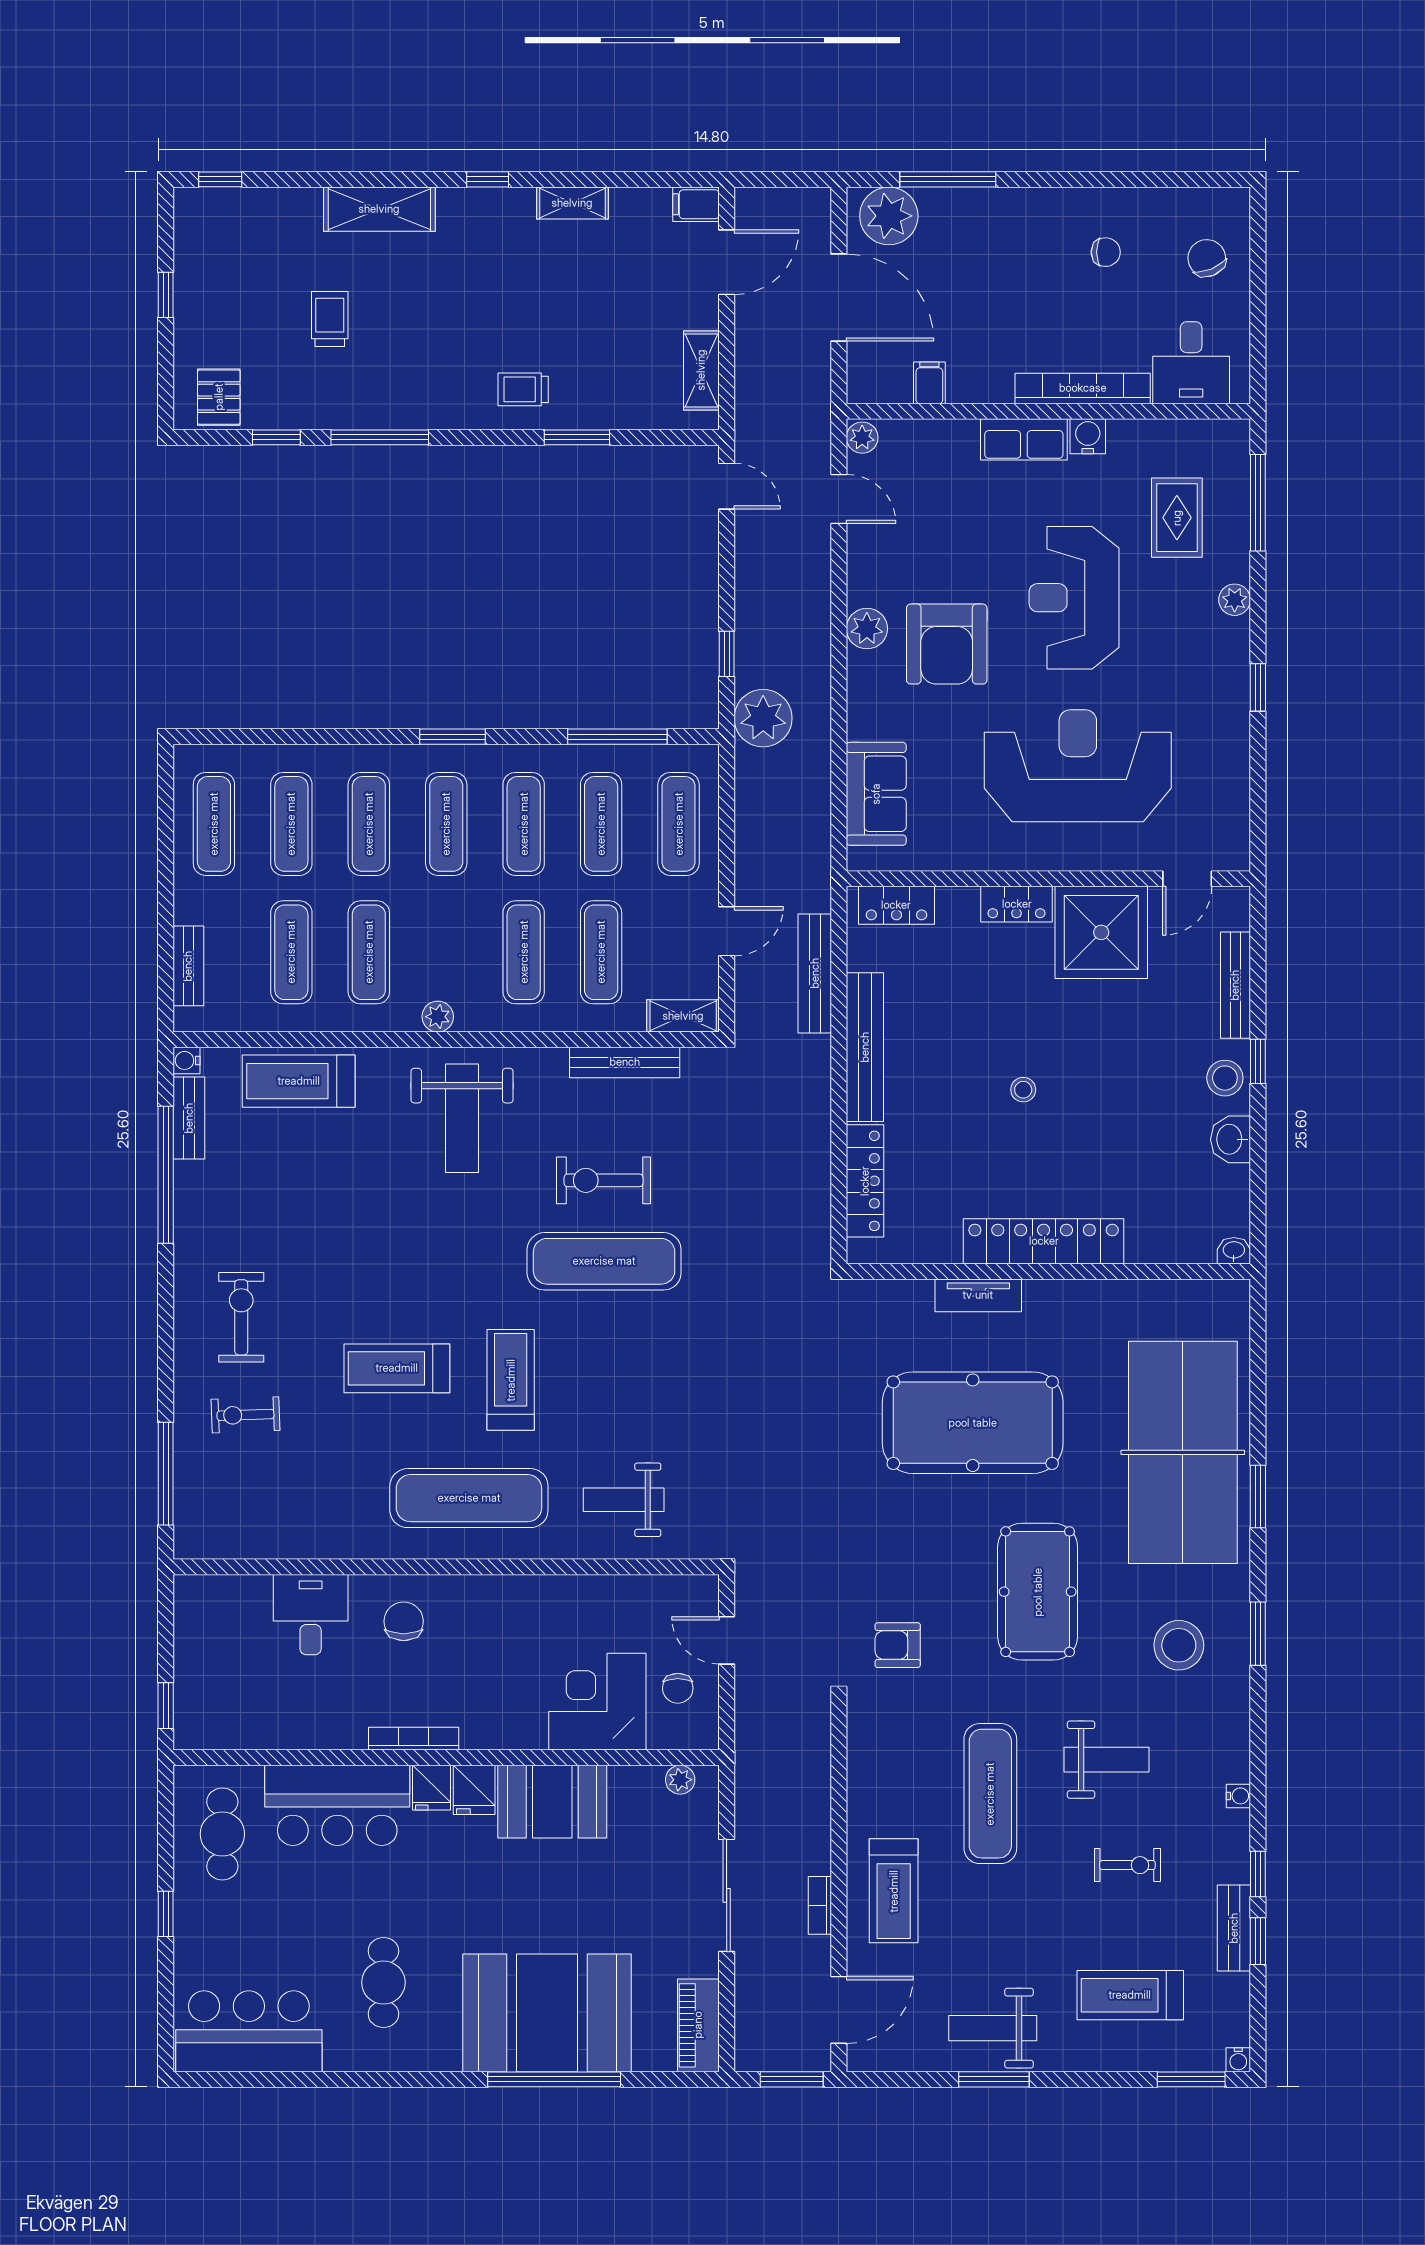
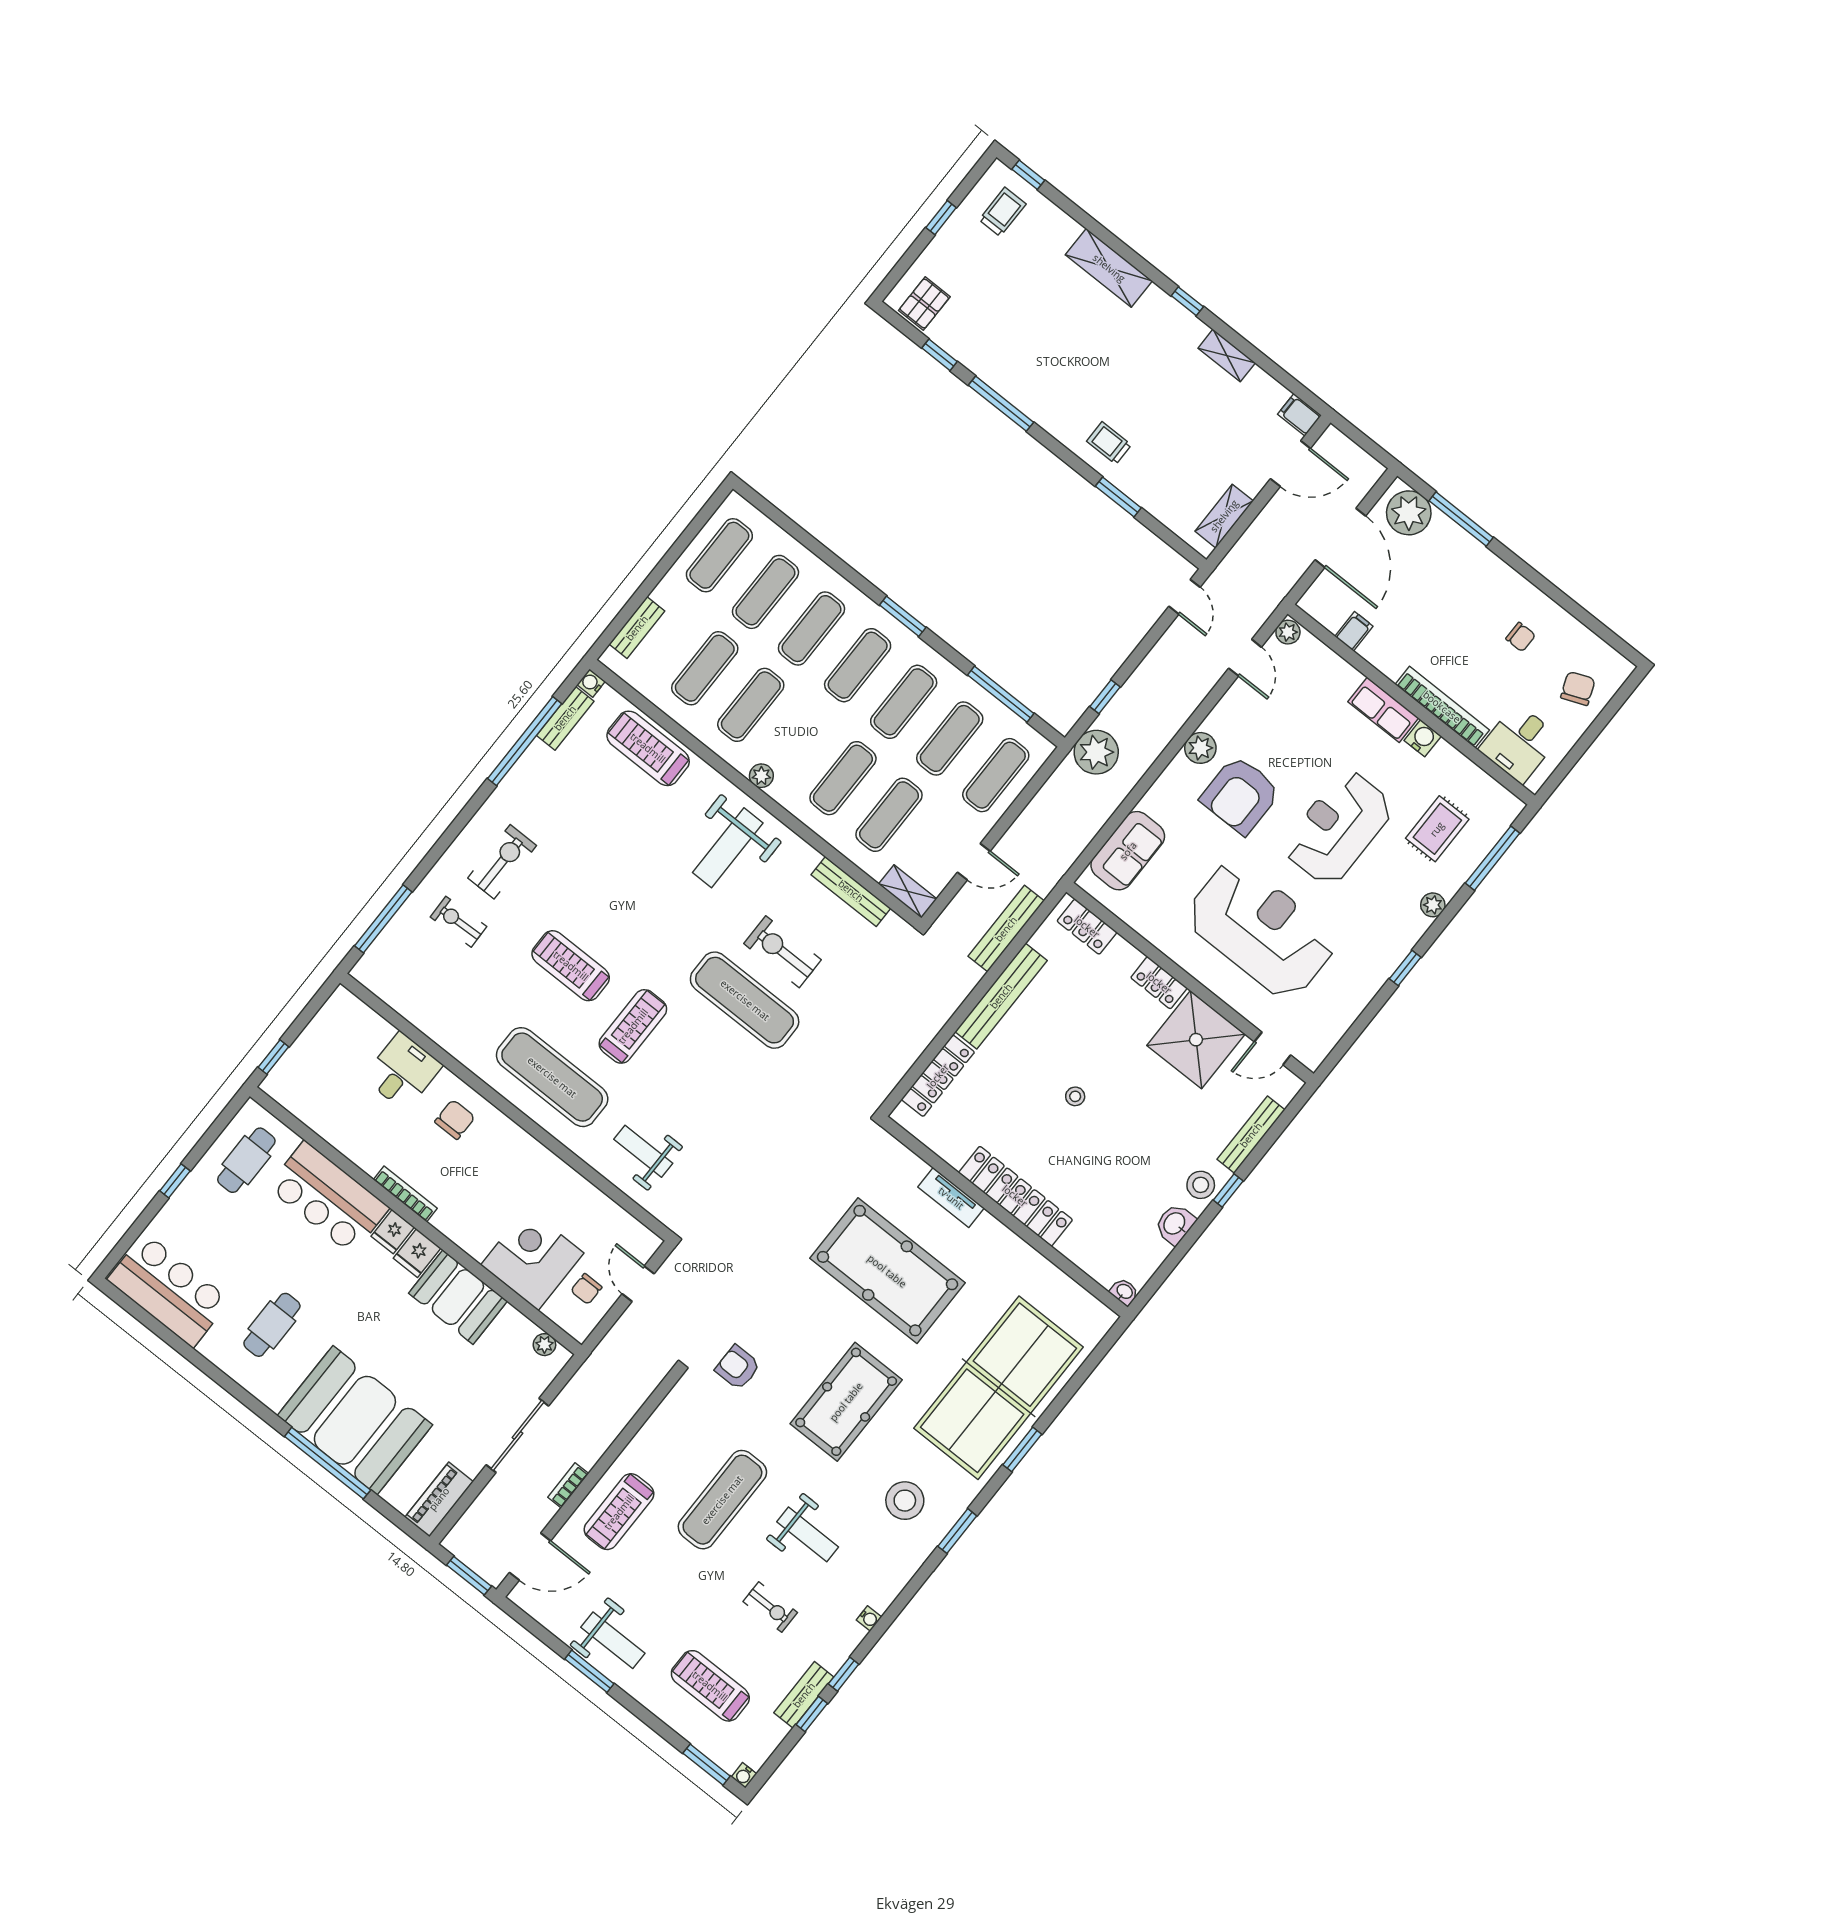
trolley: (330, 319) -> (1003, 212), moved
weight bench: (993, 2028) -> (613, 1640), turned 180

